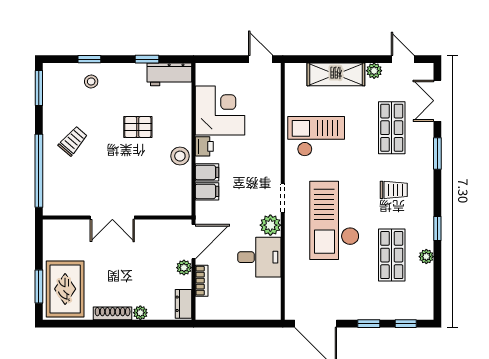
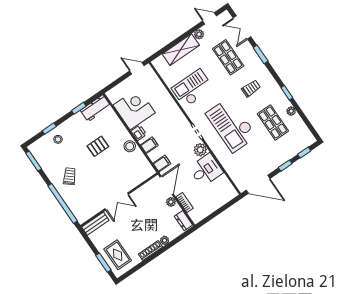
filing cabinet: (207, 191) -> (162, 163), moved
bench: (64, 227) -> (95, 224), added
rug: (65, 289) -> (118, 255), width x0.73, depth x0.70

